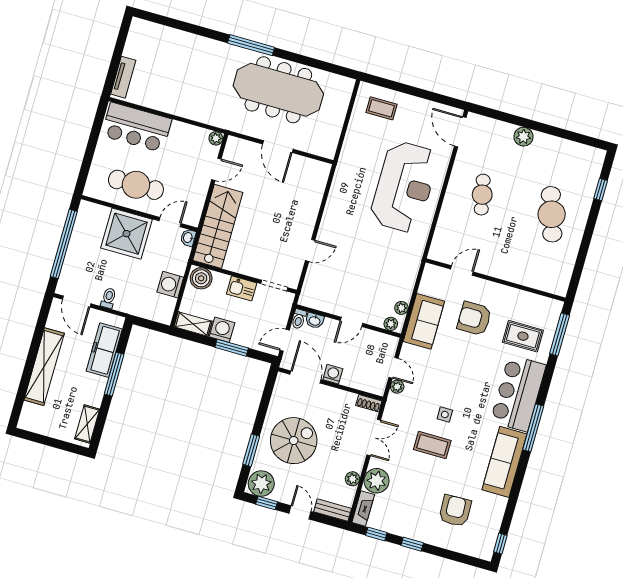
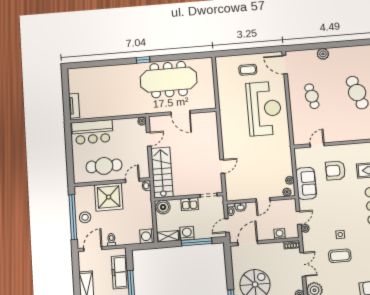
window: (251, 45) -> (143, 60), width x0.46
coffee table: (382, 108) -> (248, 70), moved
stool: (81, 251) -> (85, 217), added
washing machine: (170, 285) -> (147, 236), moved
door: (77, 301) -> (93, 249), swing flipped
window: (232, 348) -> (197, 242), width x1.44
door: (393, 368) -> (299, 218), hinge flipped
washing machine: (333, 374) -> (280, 234), moved
door: (305, 377) -> (248, 243), hinge flipped

